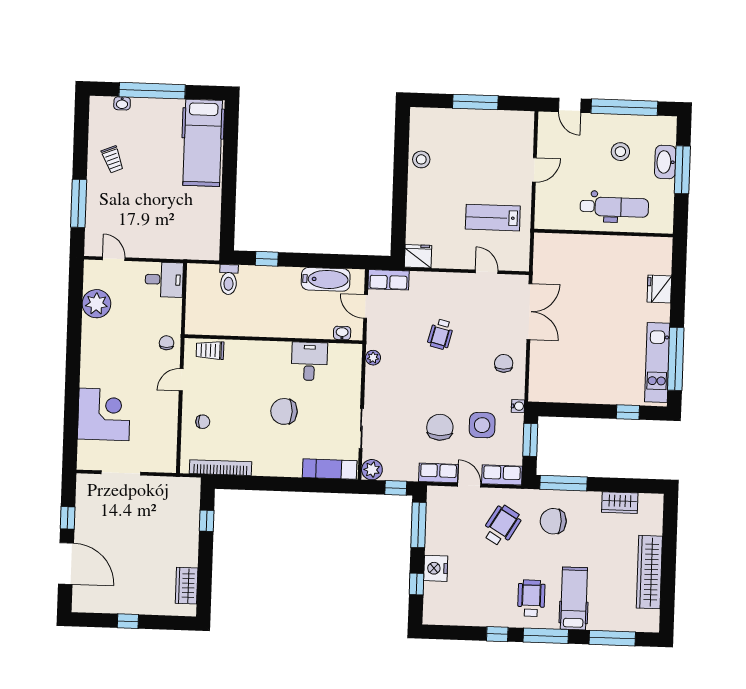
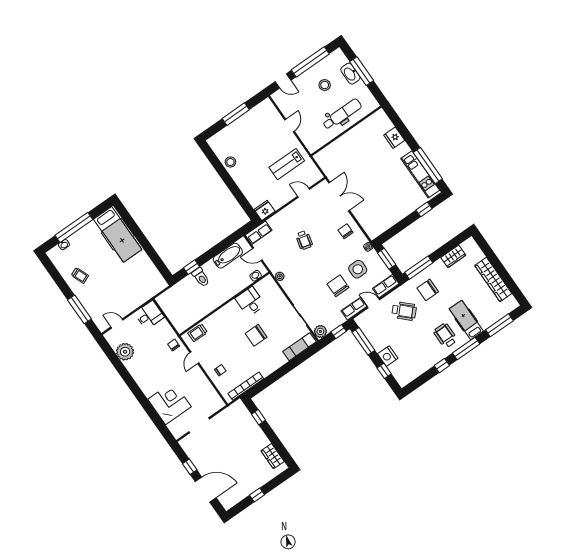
toilet: (229, 280) -> (201, 277), moved
wheelchair: (502, 526) -> (404, 311), turned 103

